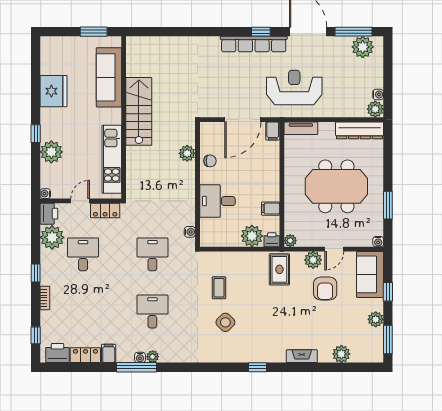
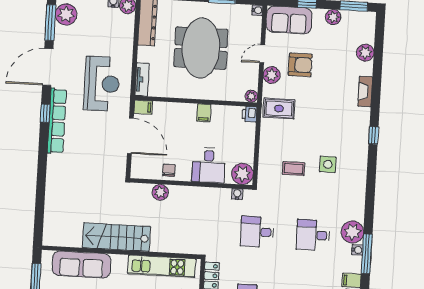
reception desk: (294, 87) -> (102, 84), turned 180
filing cabinet: (271, 209) -> (204, 113), moved
plant: (252, 236) -> (242, 174), moved
door: (334, 249) -> (262, 54), swing flipped
side table: (225, 322) -> (328, 164), turned 45
plant: (153, 357) -> (352, 232), width x1.88, depth x1.88

